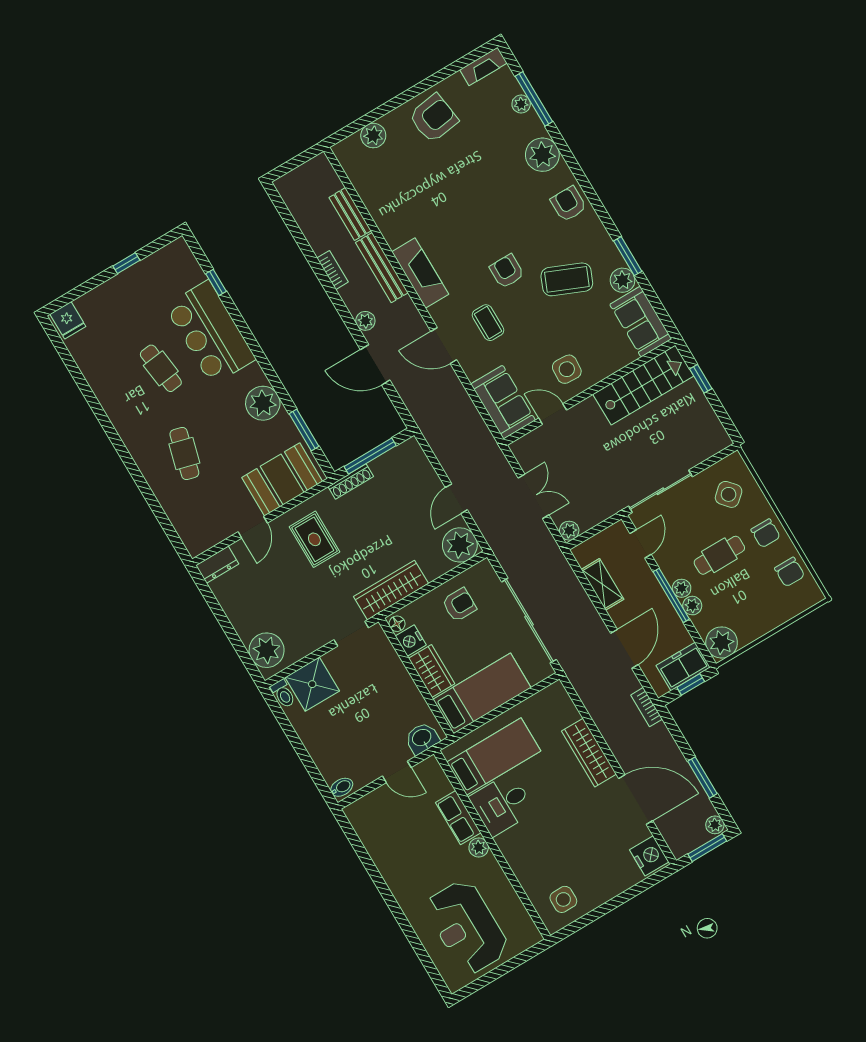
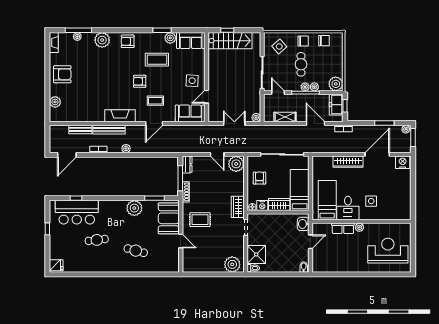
armchair: (433, 118) -> (62, 74), turned 98
coffee table: (567, 279) -> (157, 60), turned 67
bar counter: (210, 333) -> (77, 212), moved
door: (375, 365) -> (67, 155), moved
stairs: (643, 385) -> (230, 41), moved, turned 90
dresser: (217, 565) -> (187, 165), moved
wardrobe: (391, 590) -> (238, 207), width x0.67
side table: (563, 899) -> (371, 201), moved
reception desk: (467, 927) -> (388, 251), turned 180

